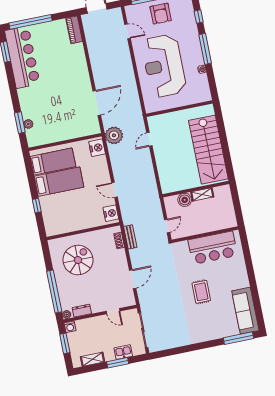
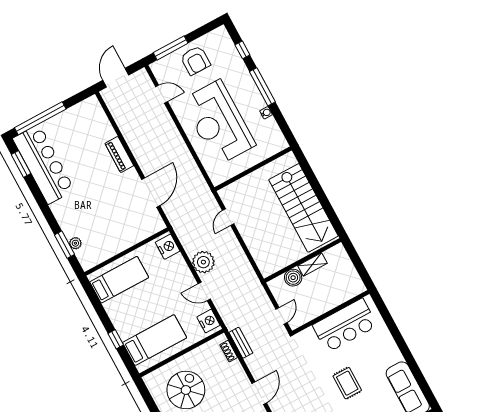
piano: (74, 30) -> (119, 155), moved
plant: (114, 135) -> (203, 262), moved
bed: (59, 182) -> (155, 340), moved

